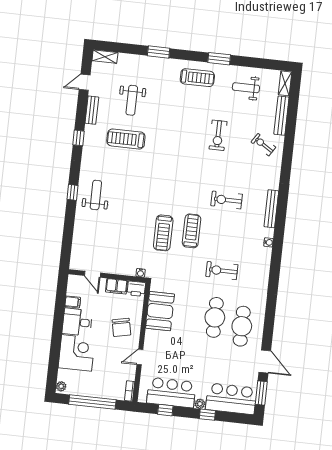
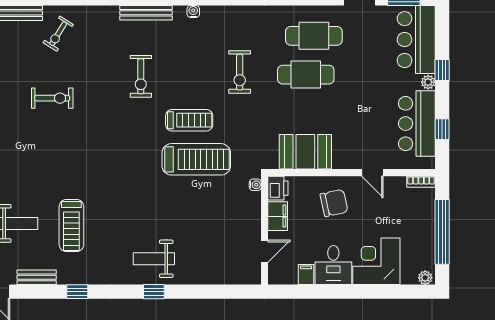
treadmill: (192, 231) -> (189, 120), turned 180
treadmill: (163, 233) -> (196, 159), width x1.37, depth x1.38

